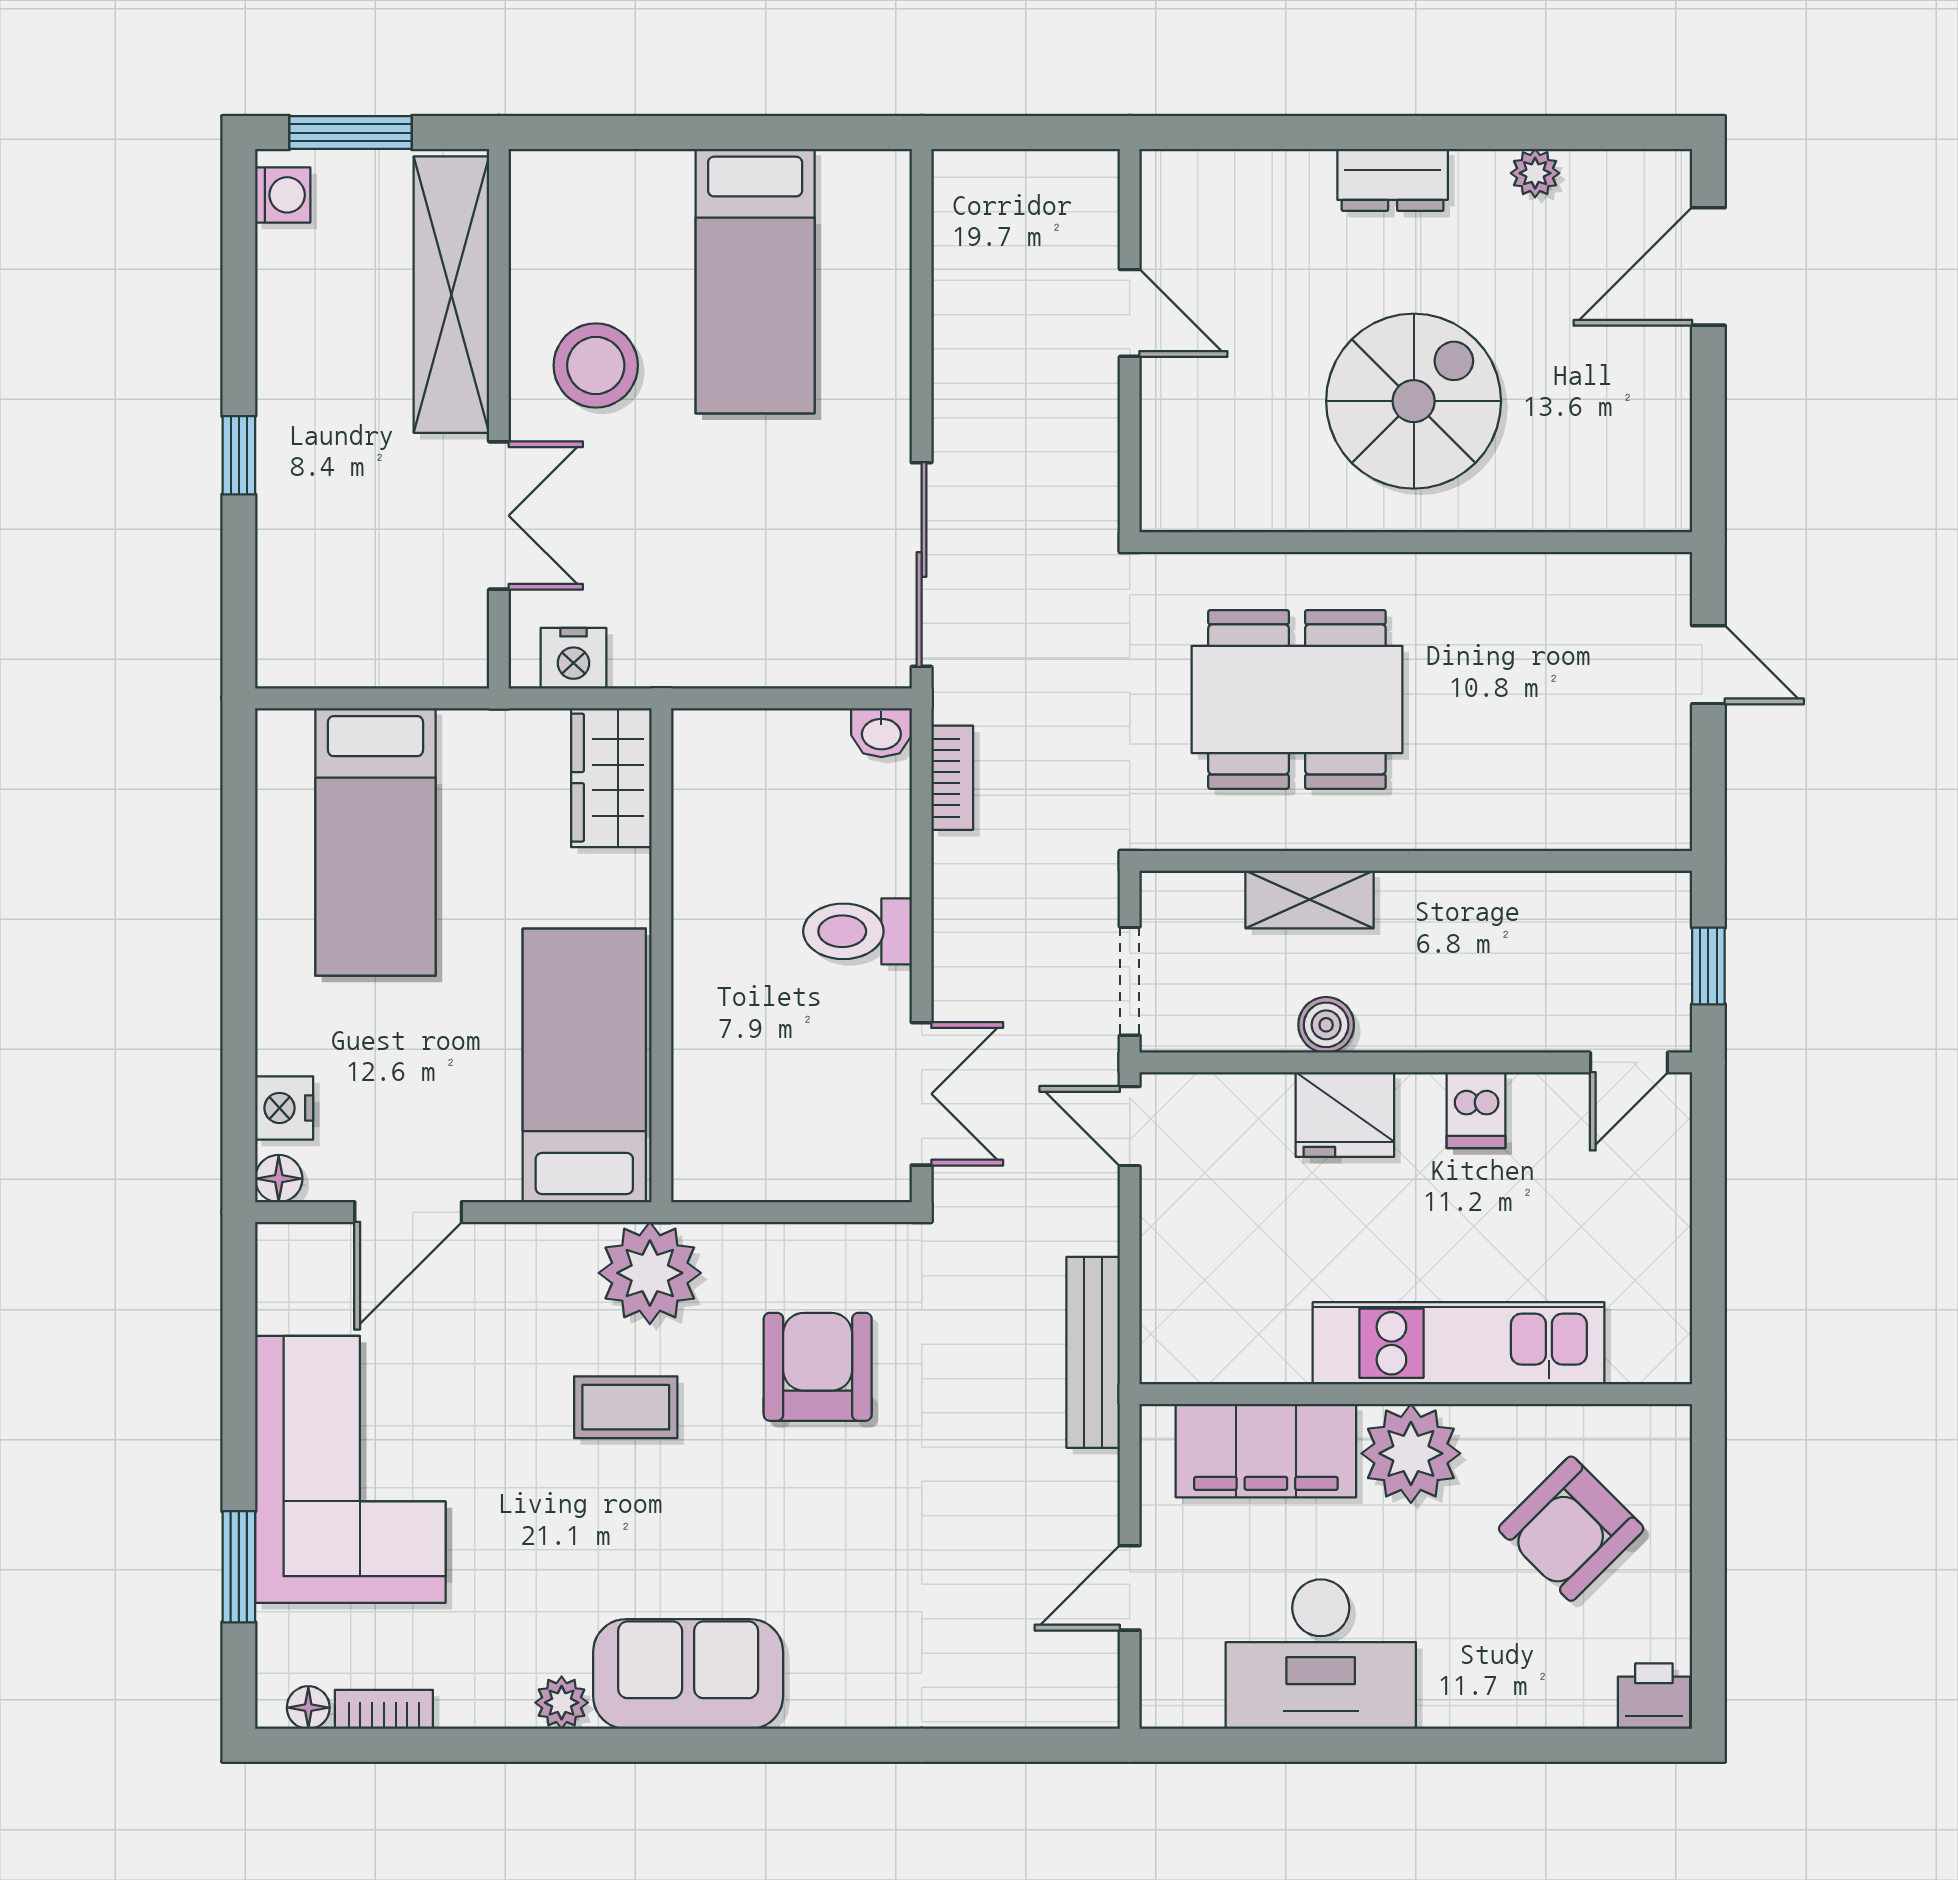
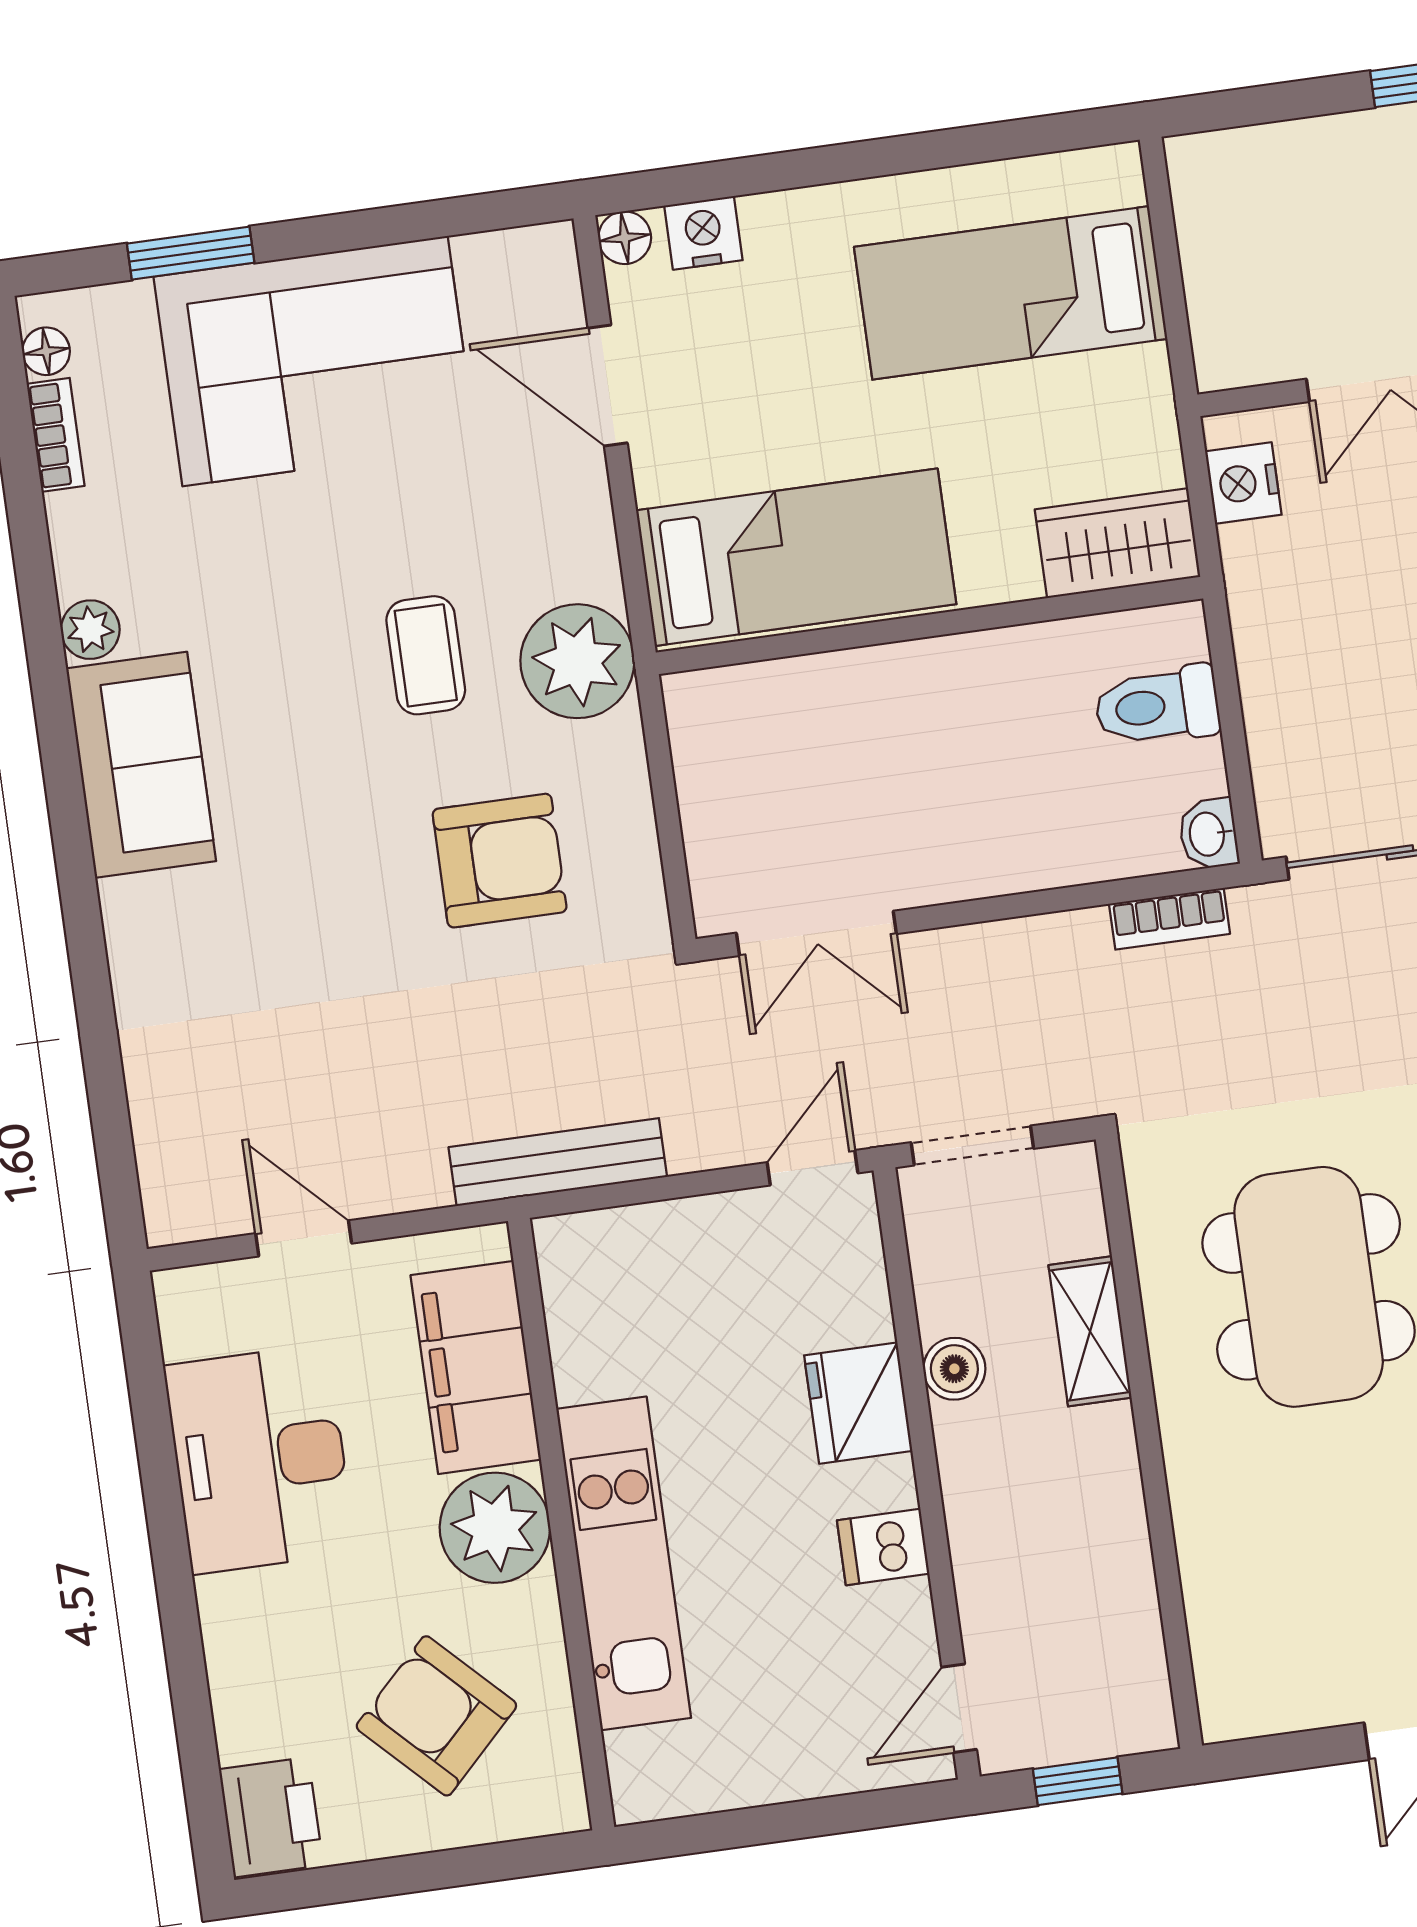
toilet: (857, 931) -> (1157, 706), moved, turned -90
door: (1629, 1062) -> (959, 1708), hinge flipped
printer: (1654, 1696) -> (271, 1817), width x1.36, depth x1.24

